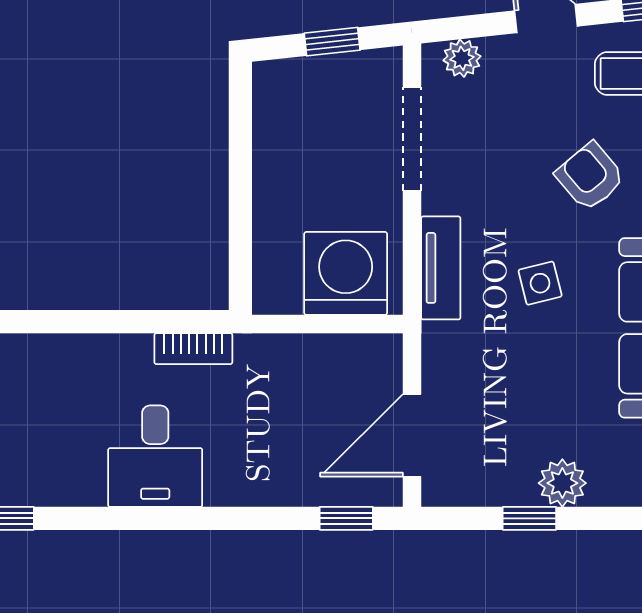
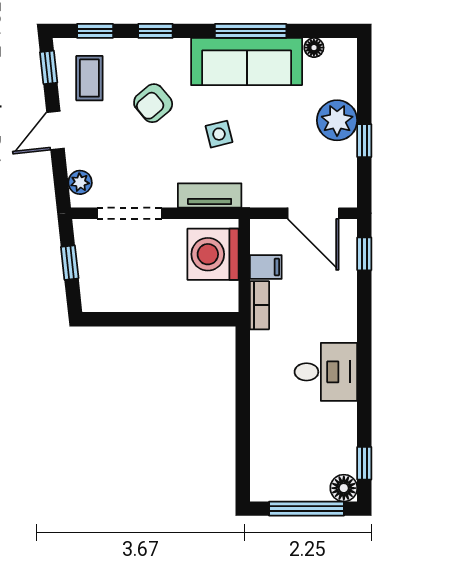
bookcase: (193, 349) -> (259, 305), moved
filing cabinet: (325, 359) -> (266, 267), added
plant: (562, 483) -> (337, 120), width x1.36, depth x1.36

